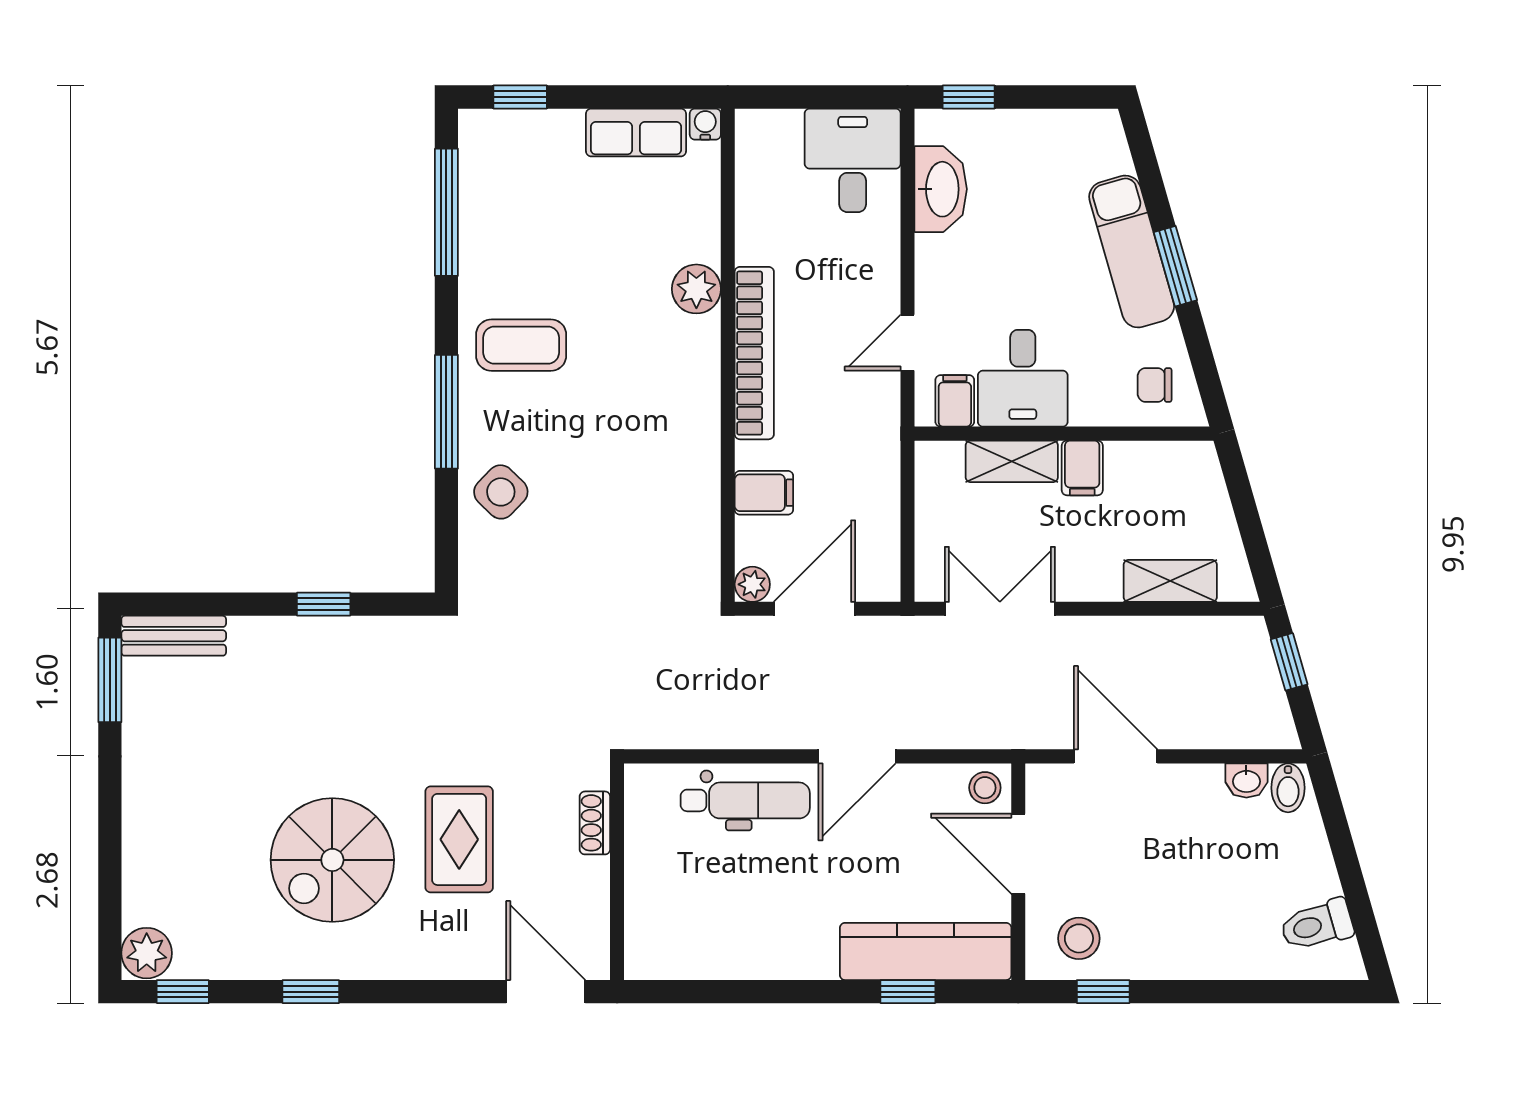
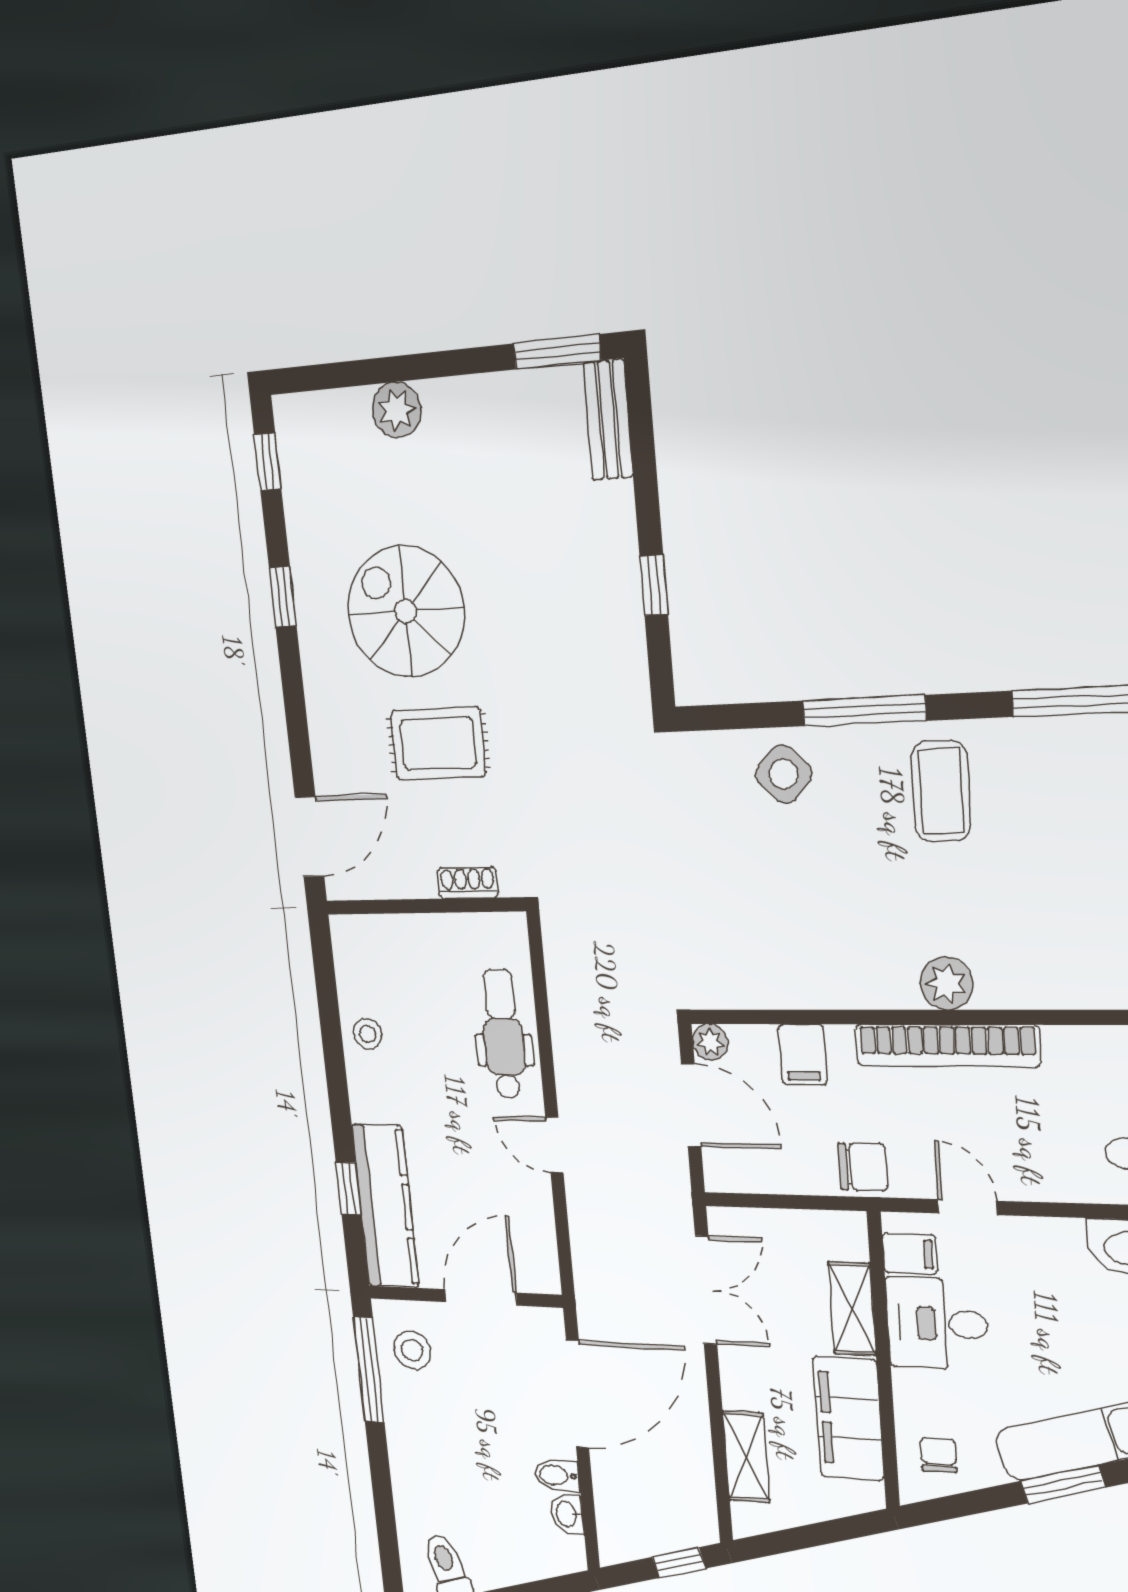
plant: (696, 289) -> (946, 983), moved
chair: (871, 441) -> (863, 1167), added
filing cabinet: (1082, 468) -> (848, 1418), width x3.00, depth x1.17
door: (857, 756) -> (554, 1145), width x0.73
door: (1116, 756) -> (578, 1394), width x1.36
stool: (985, 788) -> (368, 1034), moved
bidet: (1288, 788) -> (557, 1475), moved
dental chair: (745, 800) -> (503, 1034), turned 180
plant: (147, 953) -> (396, 410), moved
window: (1103, 992) -> (369, 1370), width x2.17

